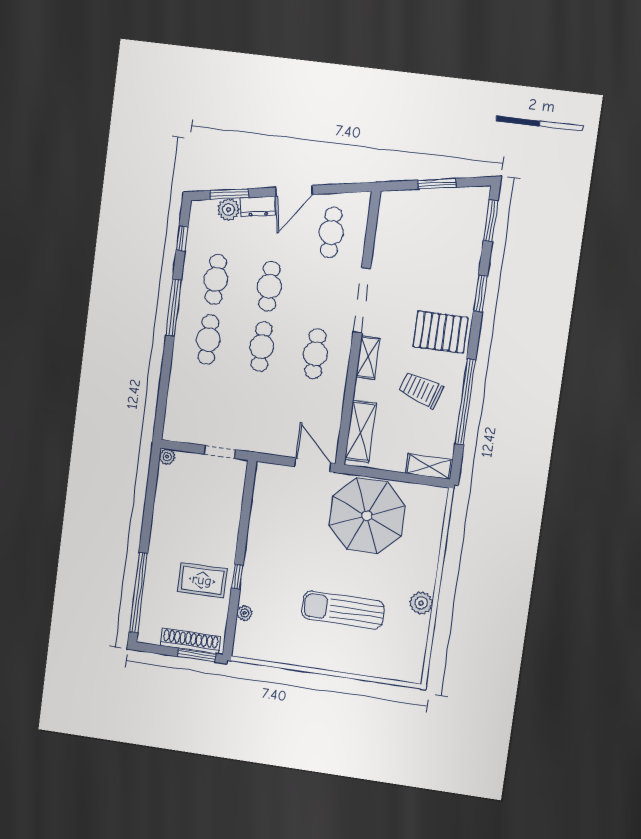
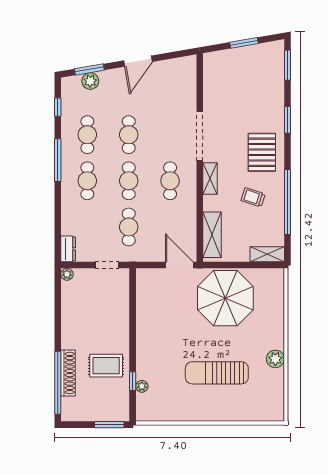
dresser: (258, 207) -> (68, 249), moved, turned -80
cafe table: (331, 232) -> (129, 227), moved
pallet: (441, 332) -> (262, 152), turned 90
trolley: (421, 390) -> (253, 197), width x0.73, depth x0.72
window: (237, 577) -> (133, 381), moved
shoe rack: (190, 641) -> (68, 373), moved, turned 90

